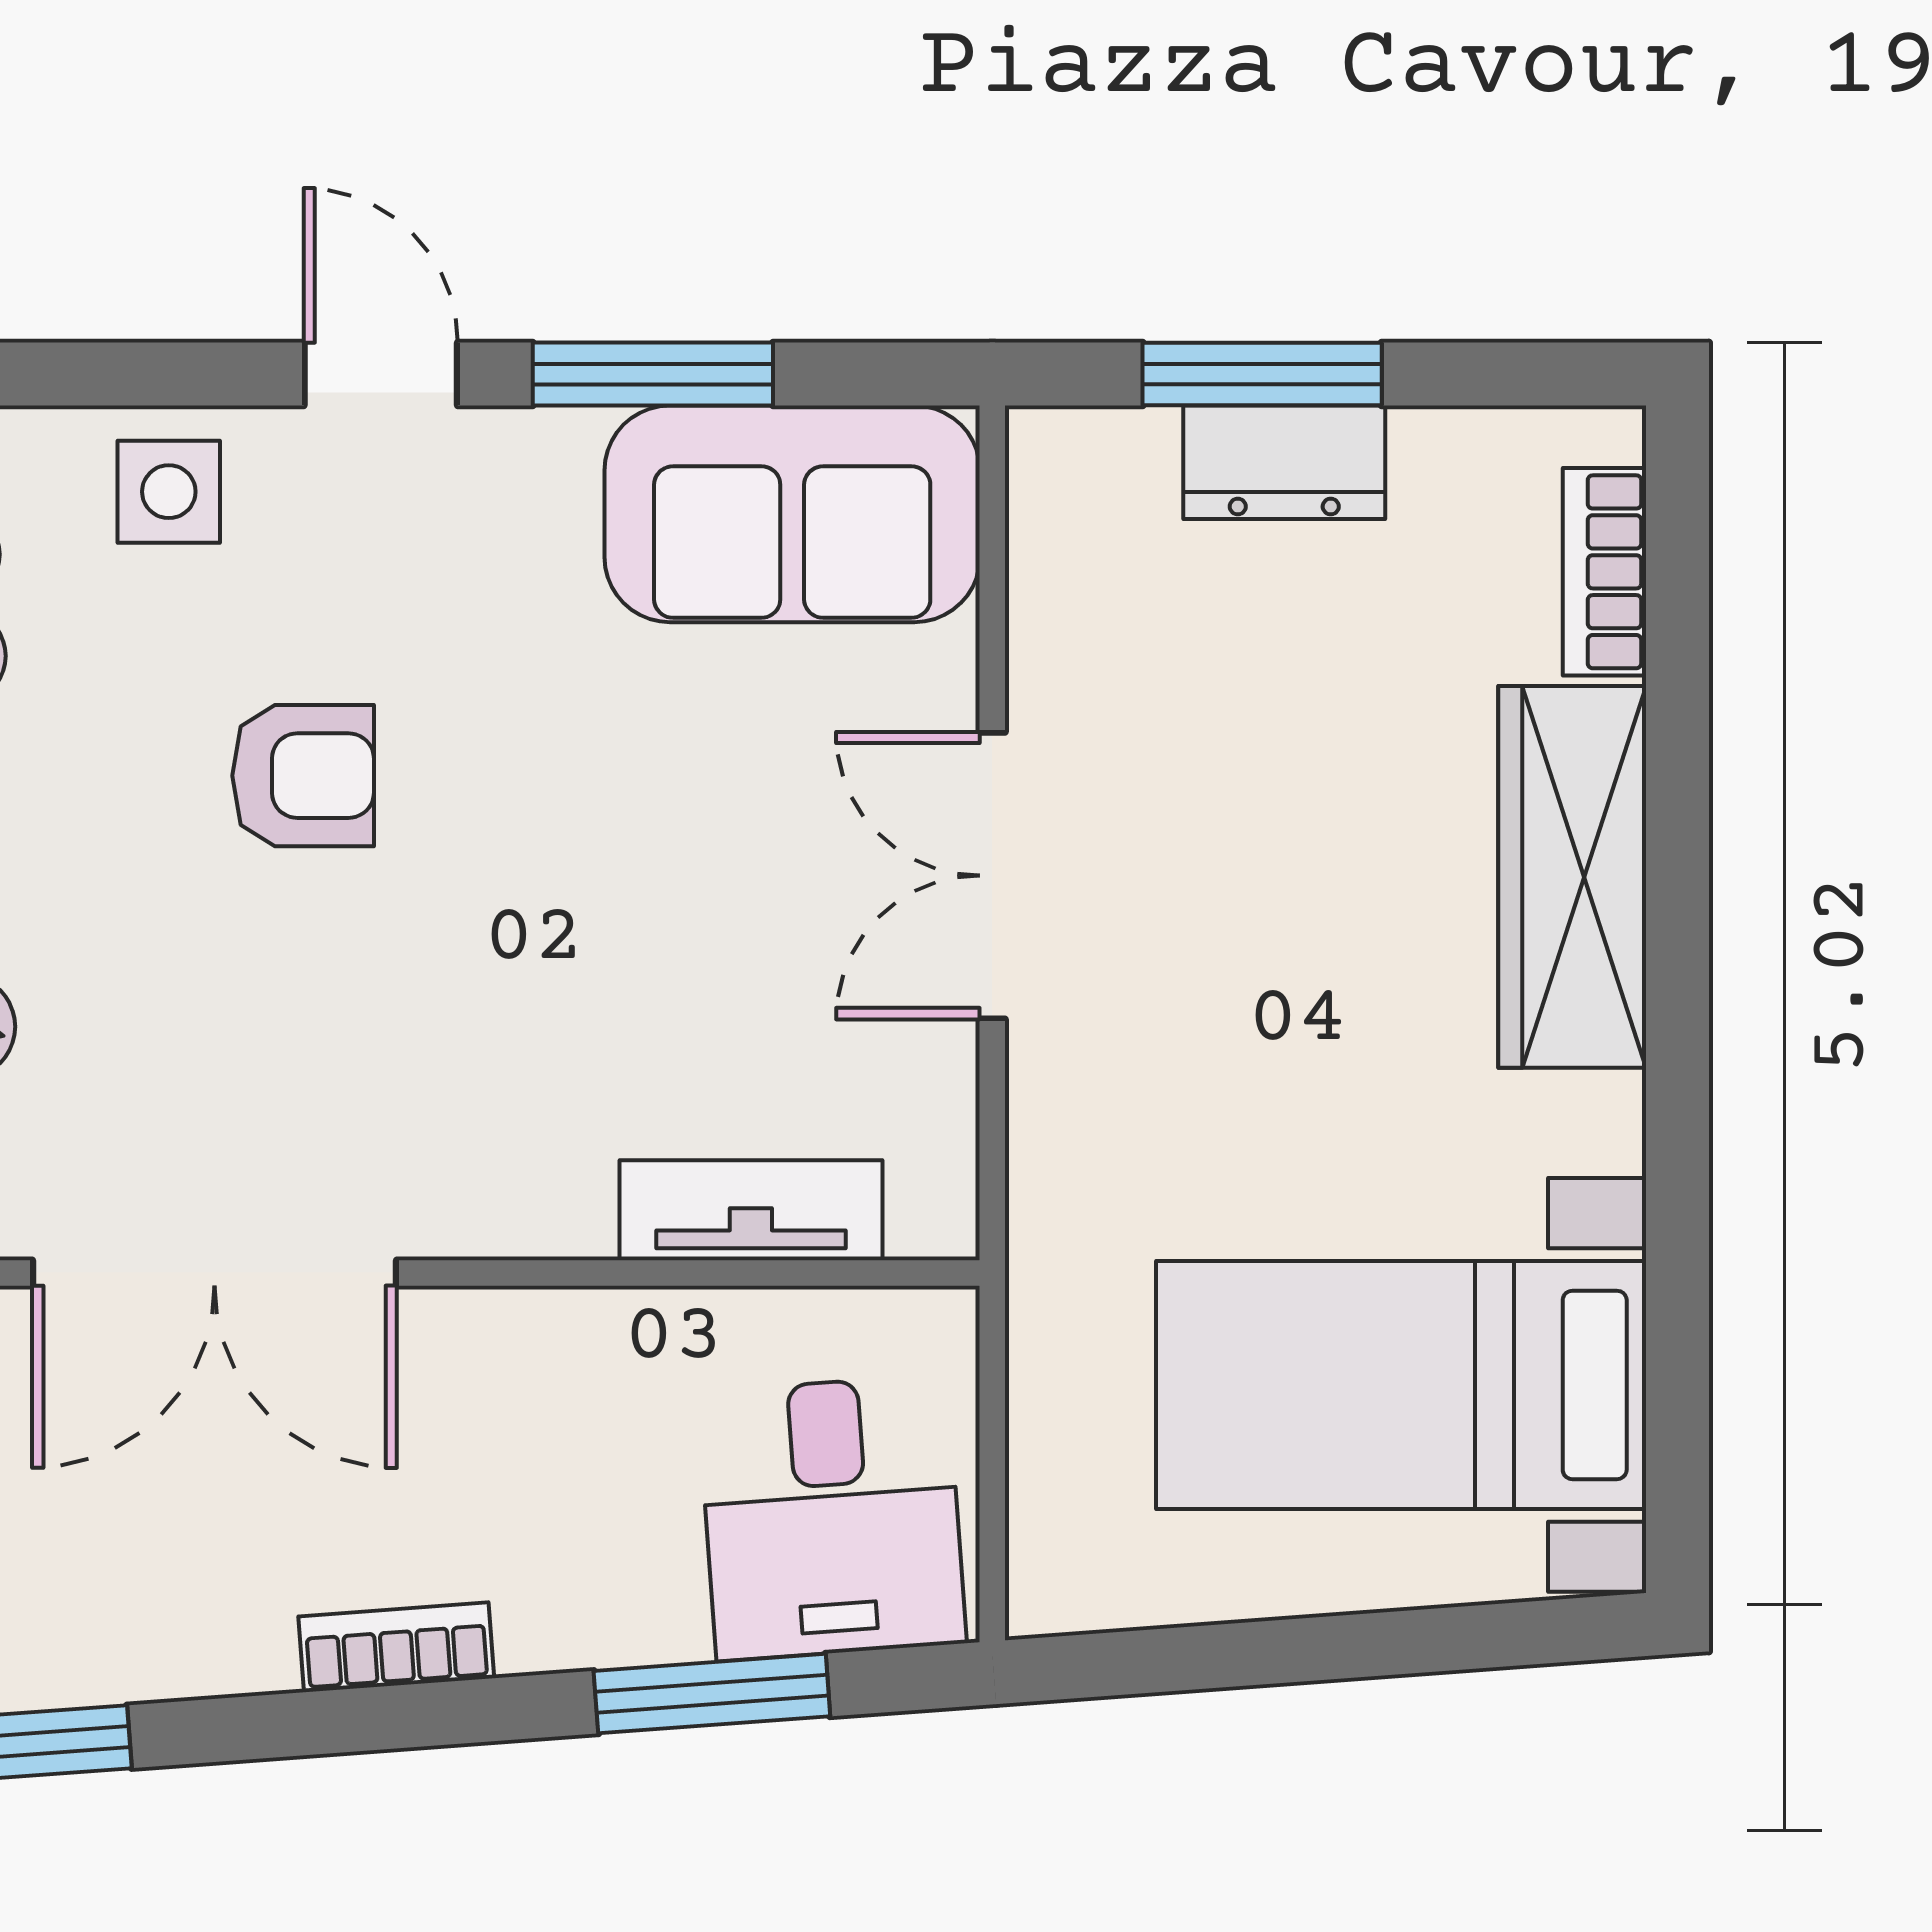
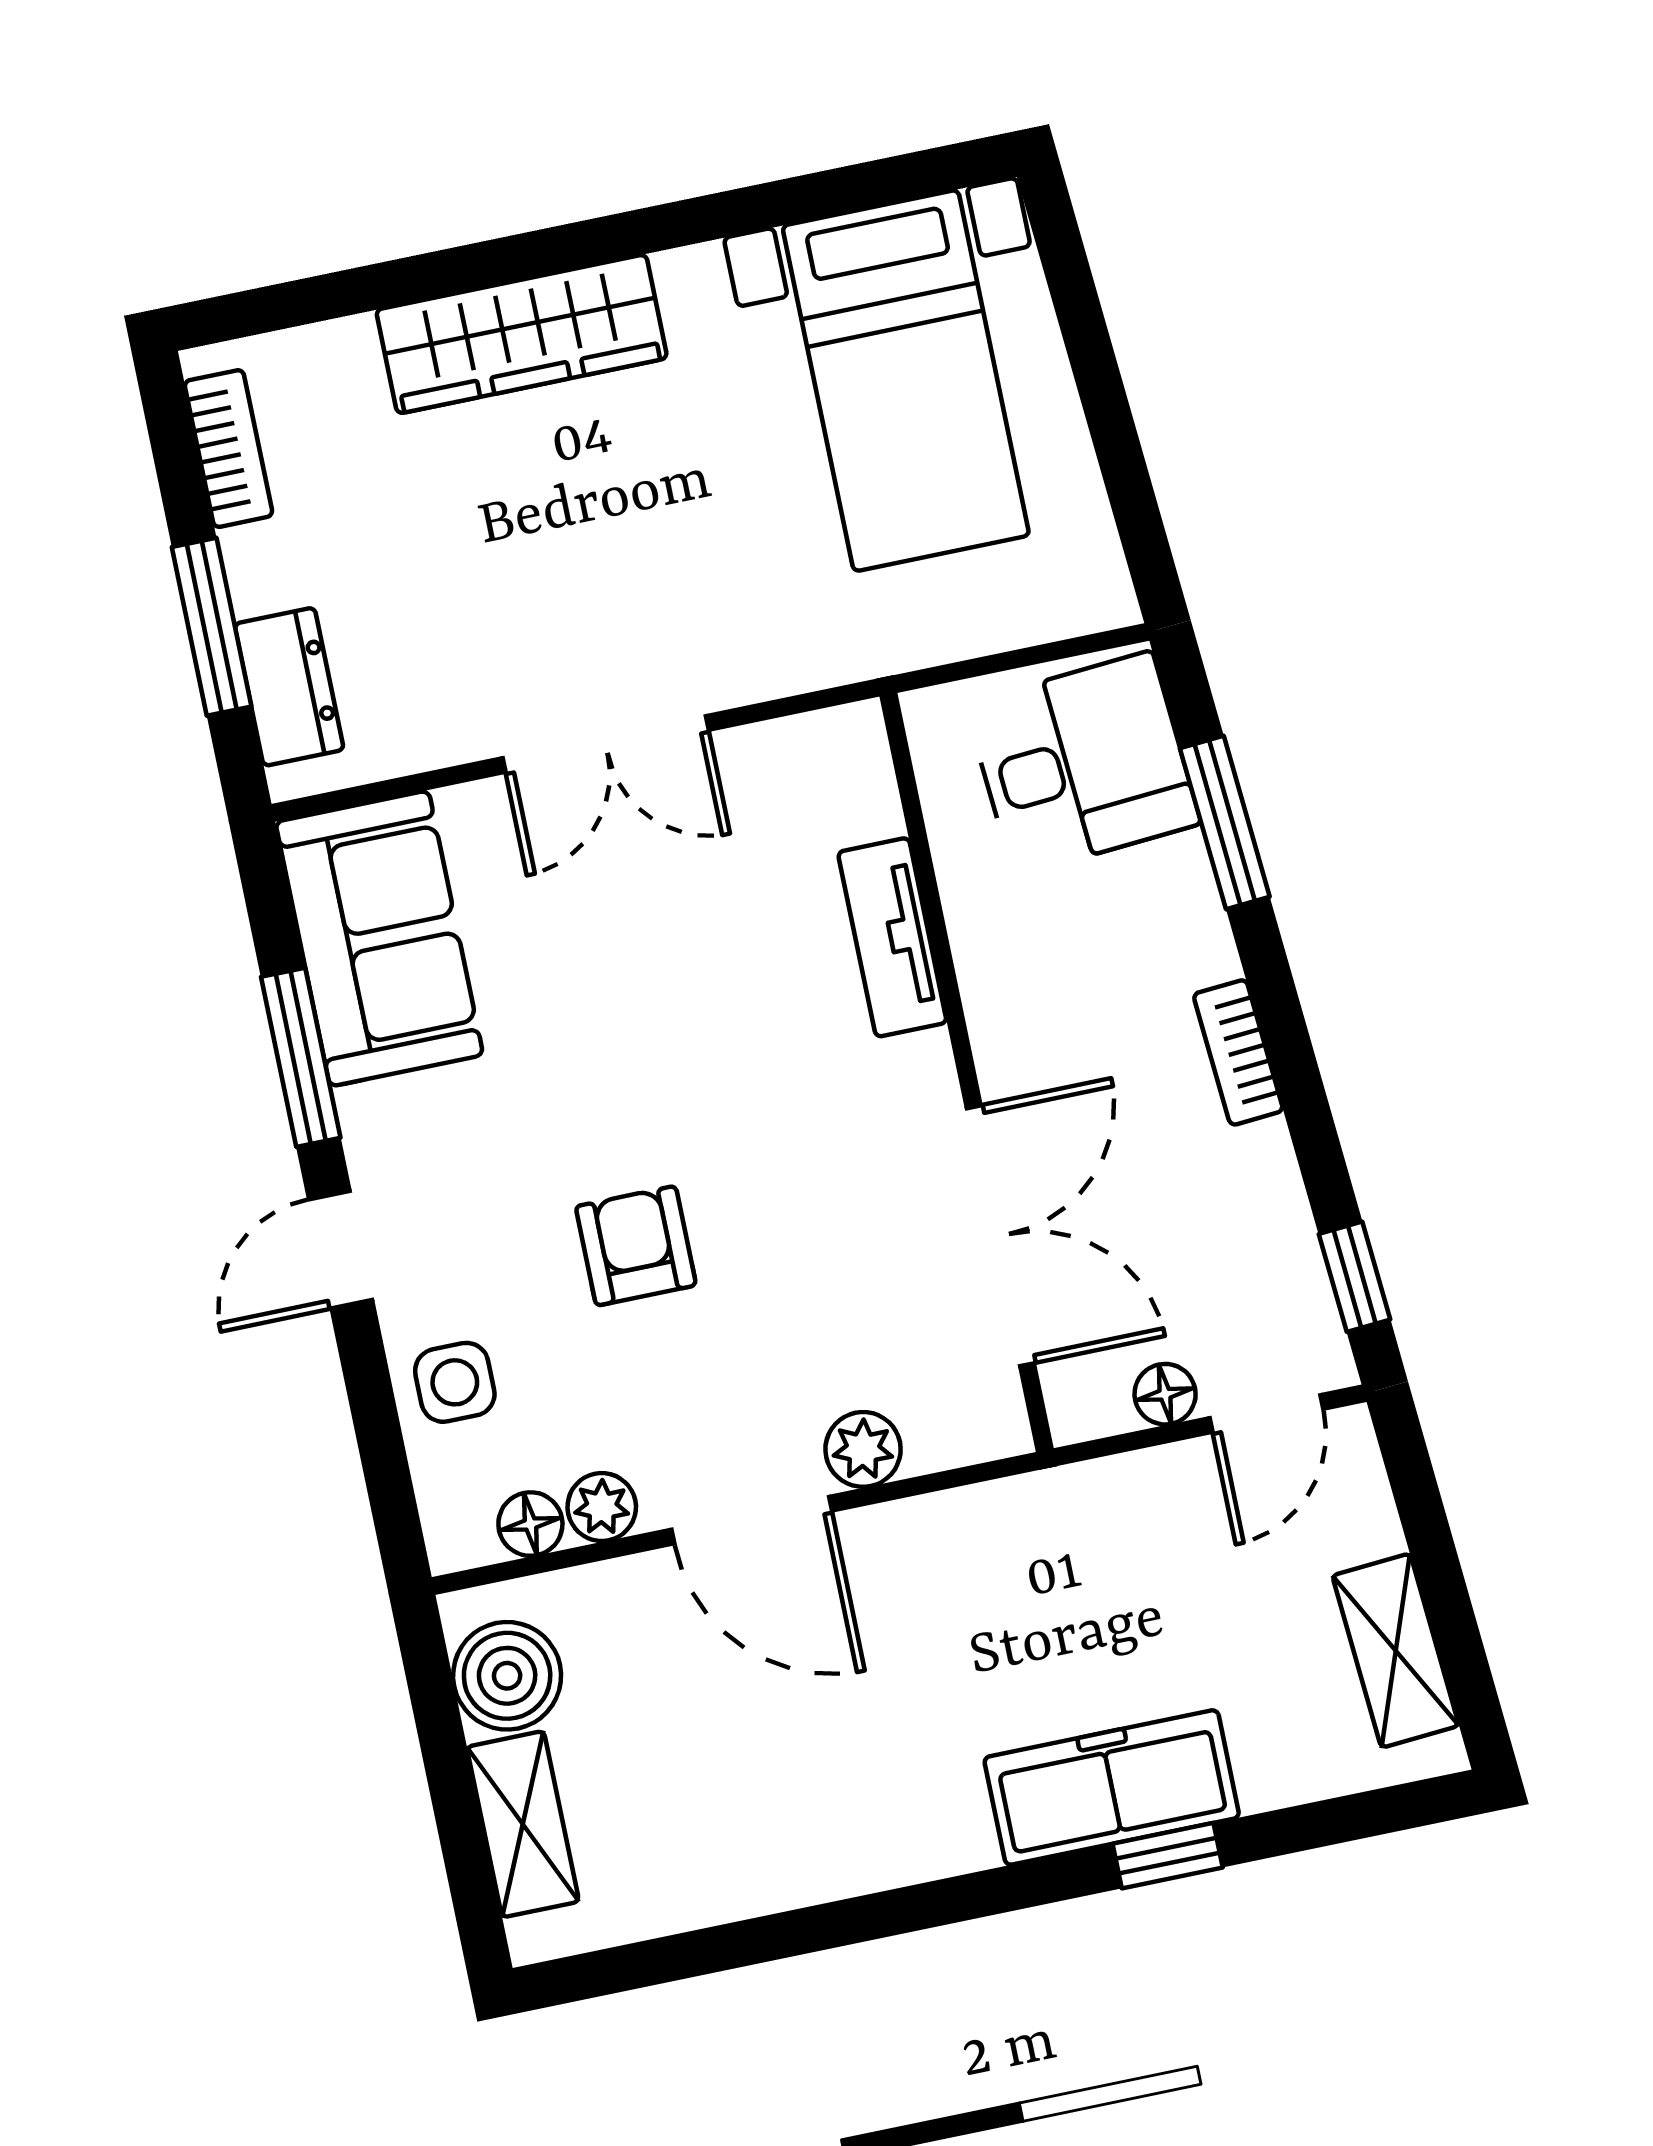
dresser: (1284, 462) -> (289, 687), moved
bookcase: (1605, 572) -> (229, 449), moved, turned -90
tv unit: (751, 1210) -> (892, 937), moved

